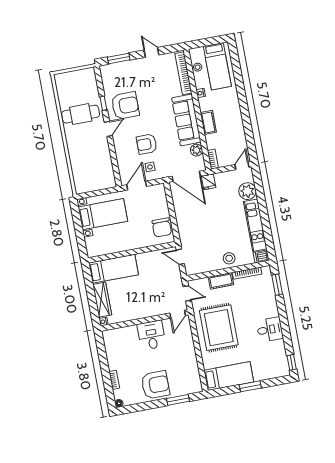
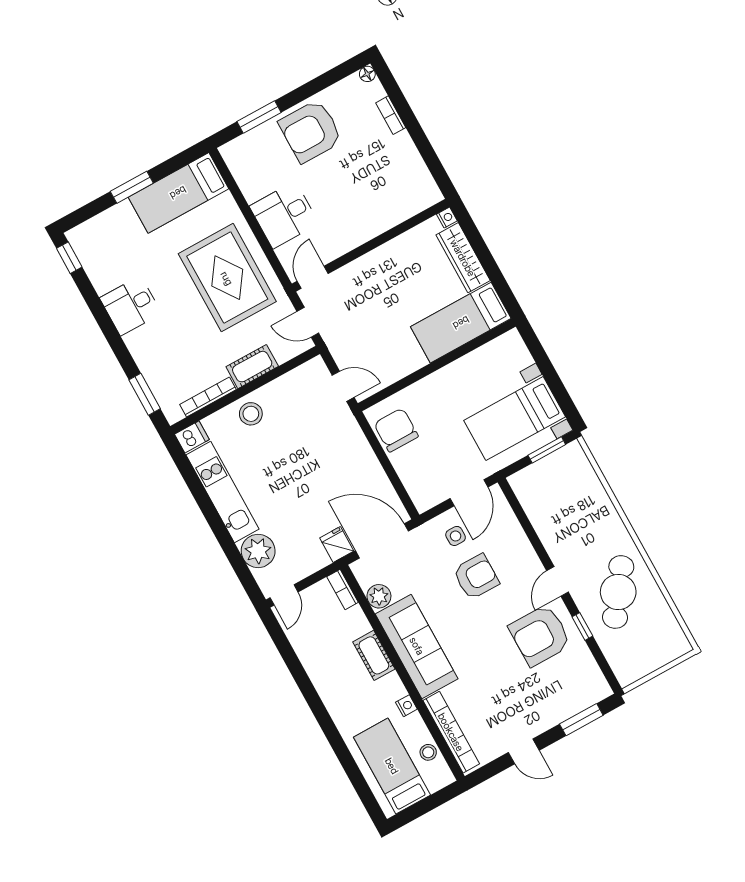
cafe table: (81, 114) -> (618, 592), turned -54
window: (92, 194) -> (547, 450), added
desk: (152, 335) -> (284, 215), moved, turned 90

